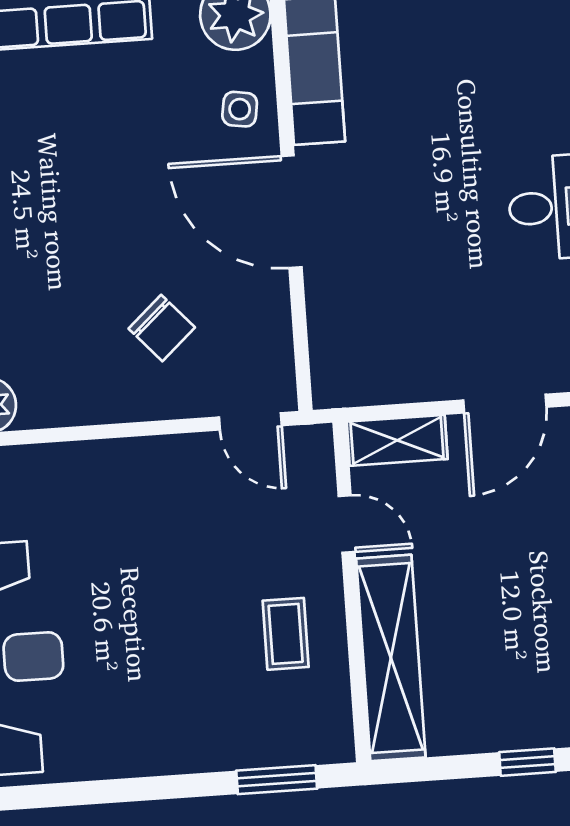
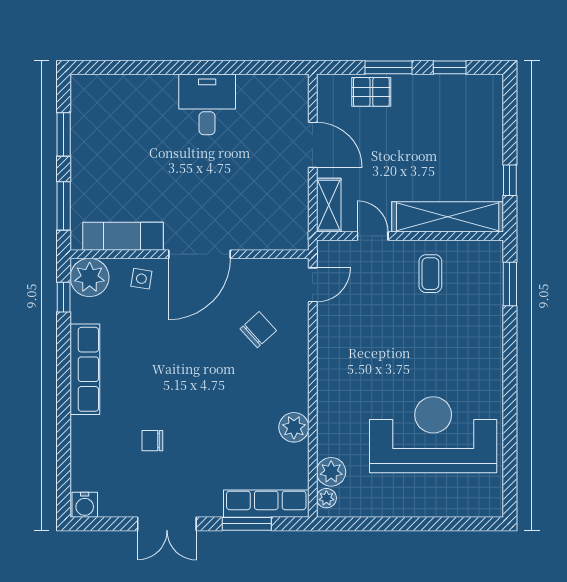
door: (347, 524) -> (373, 236), hinge flipped
coffee table: (286, 634) -> (430, 274), turned 90
window: (527, 762) -> (510, 180), moved

